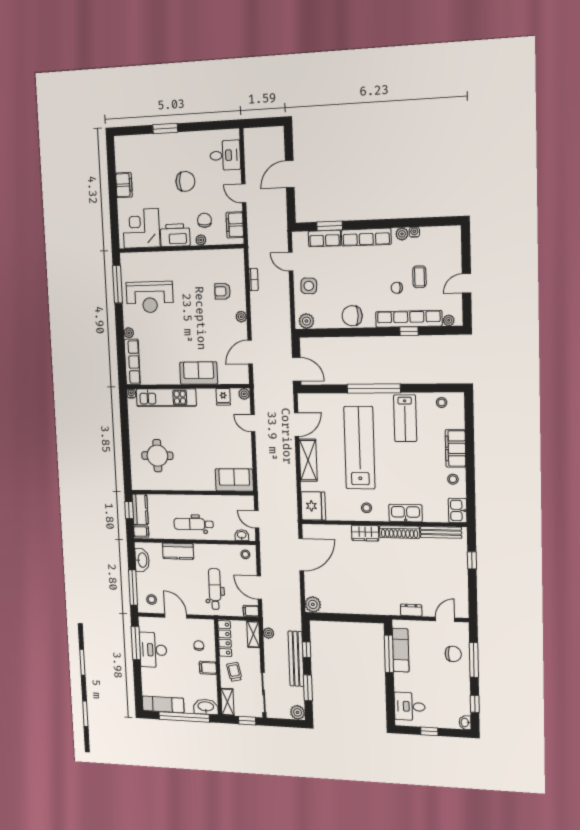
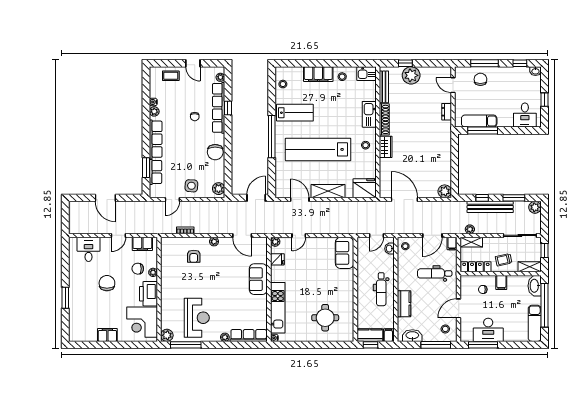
plant: (127, 260) -> (167, 335), added
coffee table: (419, 277) -> (171, 76), moved
plant: (456, 567) -> (411, 75), added

